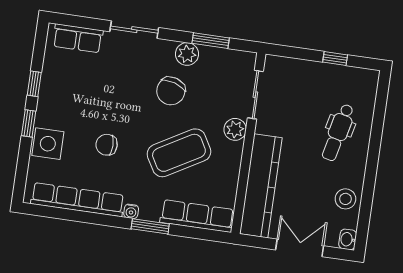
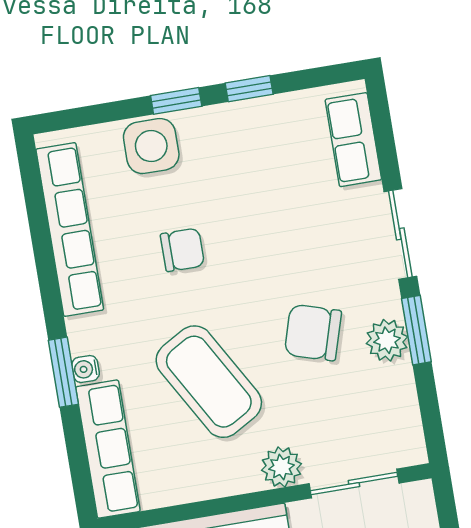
window: (211, 41) -> (416, 330), moved
chair: (107, 145) -> (182, 250), turned 90
water cooler: (131, 211) -> (86, 369), moved

